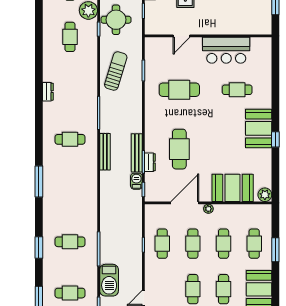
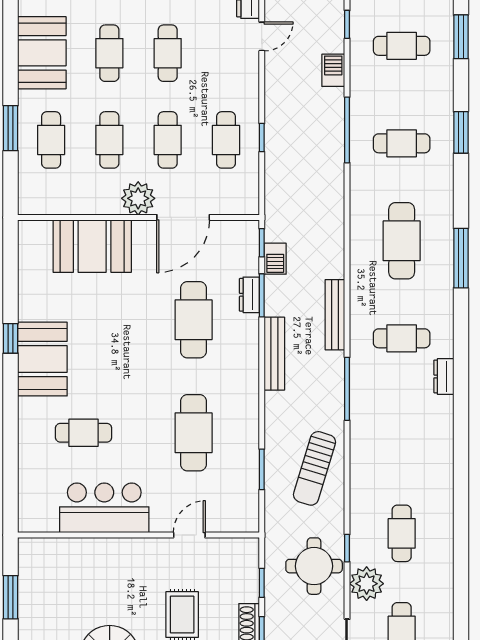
cafe table: (179, 90) -> (194, 433), turned 90
dresser: (48, 92) -> (444, 376), moved
bench: (137, 153) -> (274, 354), moved
cafe table: (70, 191) -> (402, 241), added
plant: (265, 195) -> (31, 233), removed
plant: (208, 209) -> (138, 198), width x1.88, depth x1.88
barbecue: (109, 280) -> (333, 70), width x0.53, depth x0.65

